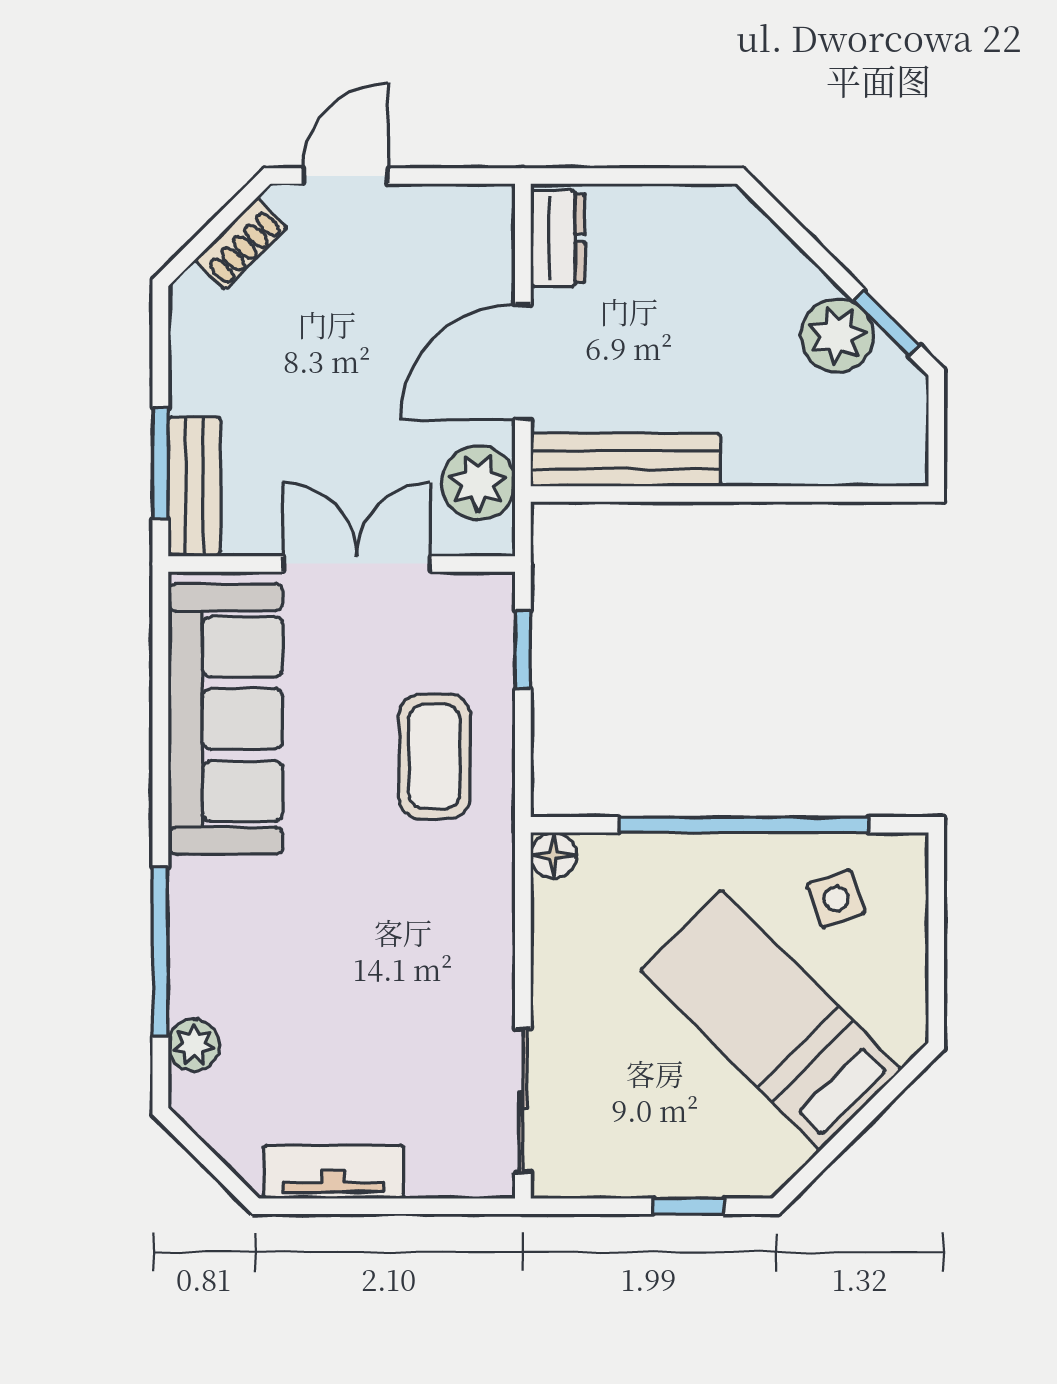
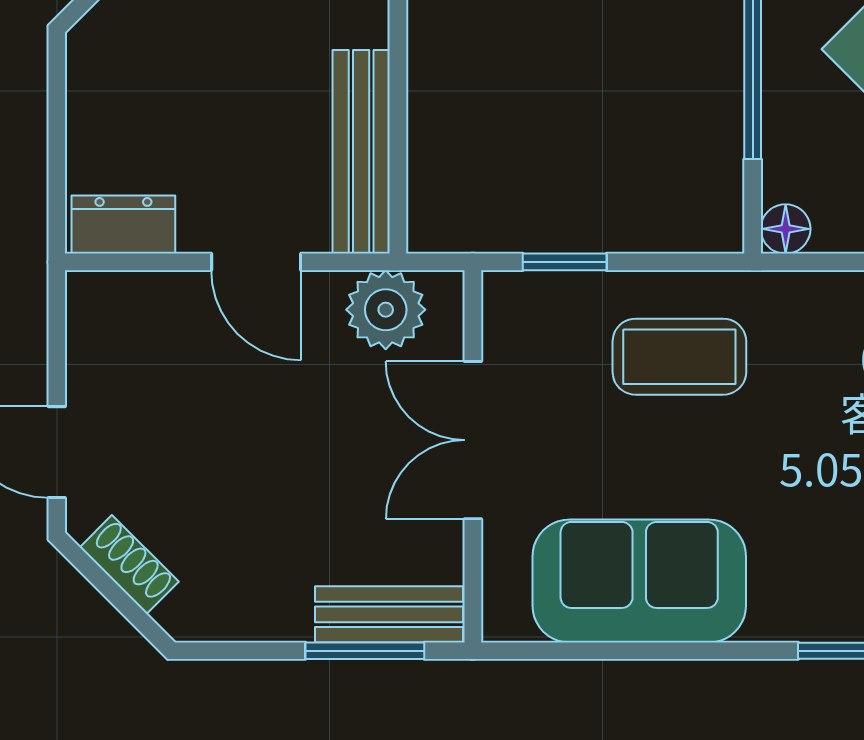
door: (523, 362) -> (256, 262), width x0.73
sofa: (225, 719) -> (639, 581), width x0.73

